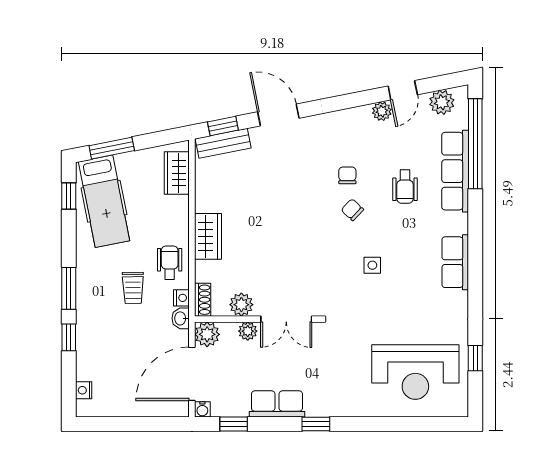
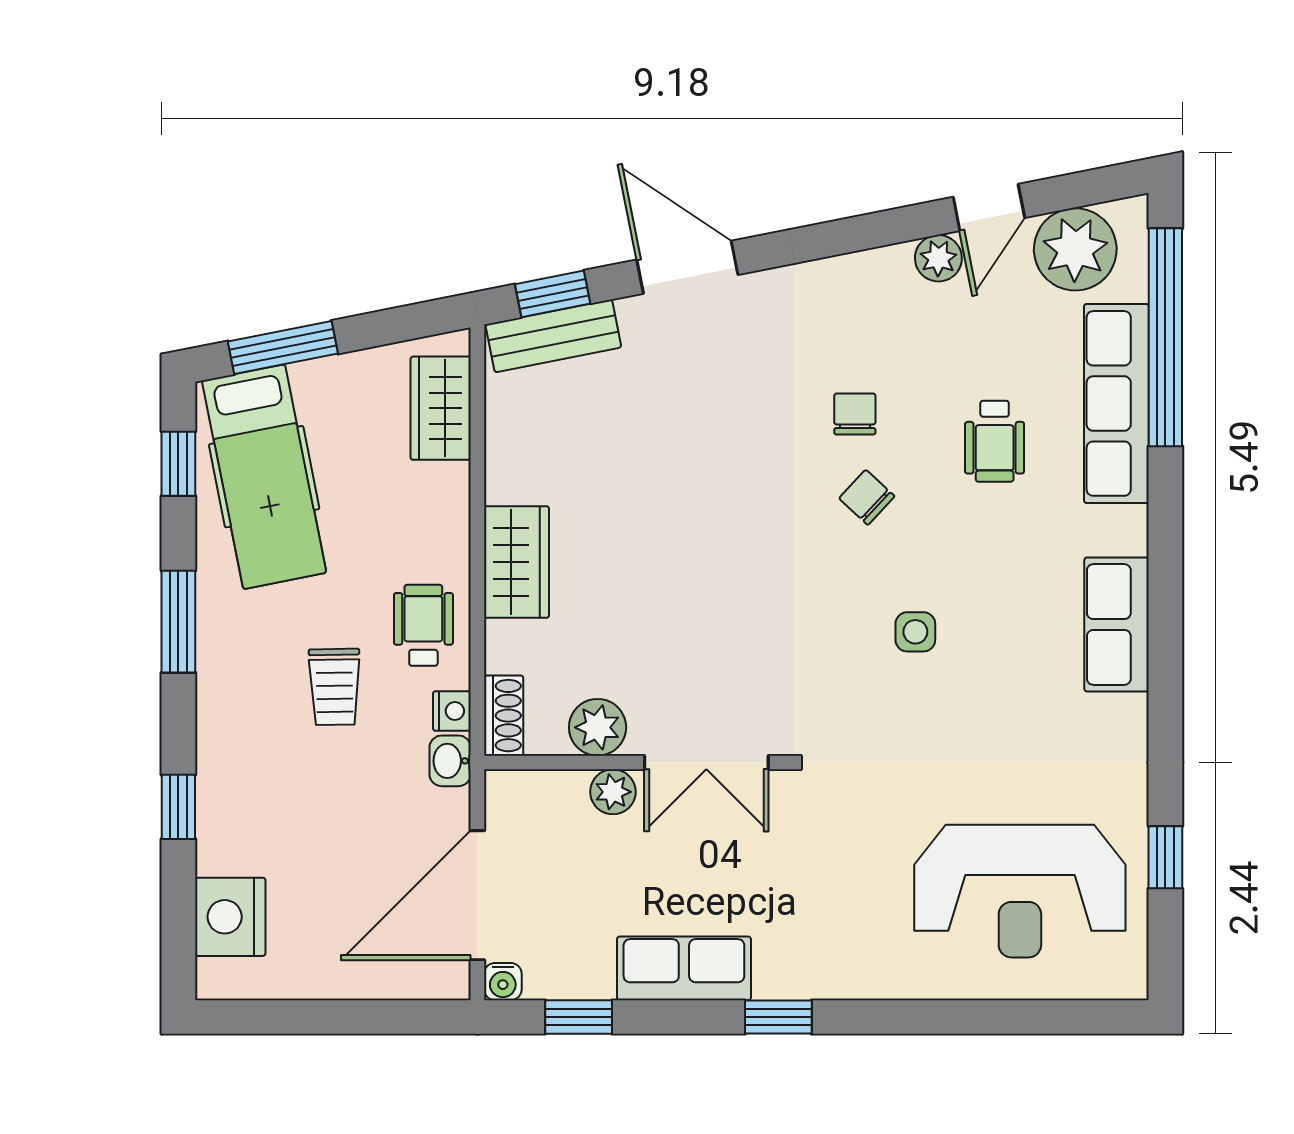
plant: (442, 102) -> (1075, 249), width x1.36, depth x1.36
window: (69, 288) -> (178, 622), moved
plant: (207, 334) -> (514, 799), removed
nightstand: (84, 390) -> (230, 917), width x1.89, depth x1.79

